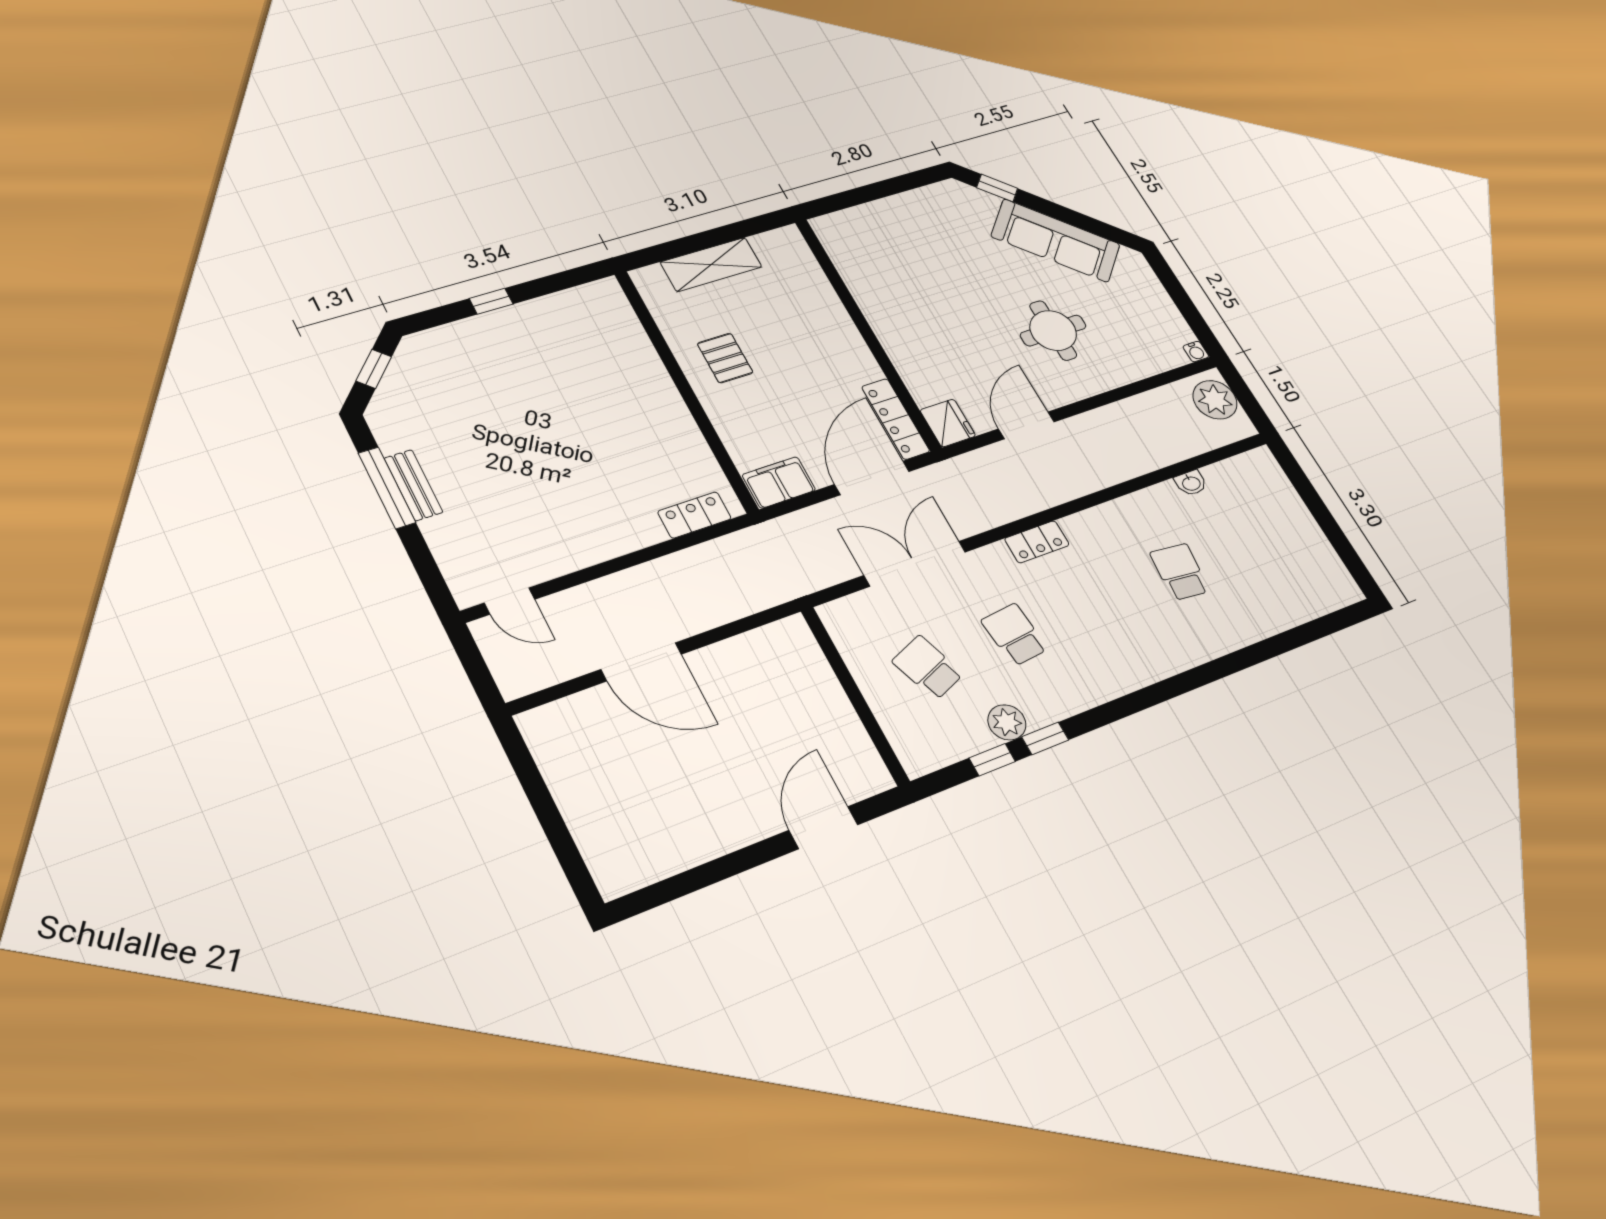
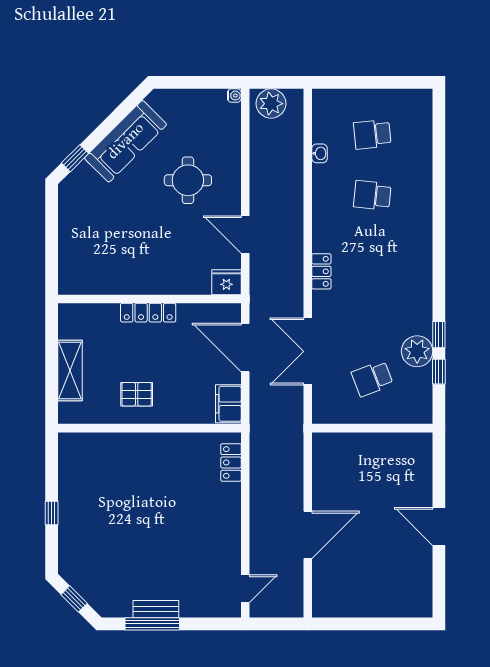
locker: (896, 419) -> (148, 313), moved
school desk: (1014, 635) -> (372, 134), moved
plant: (1007, 722) -> (417, 351), width x1.36, depth x1.36
door: (823, 828) -> (439, 526), moved

